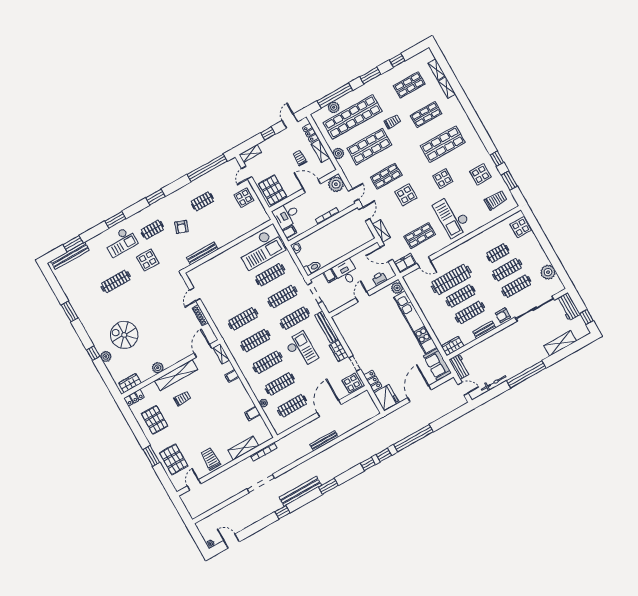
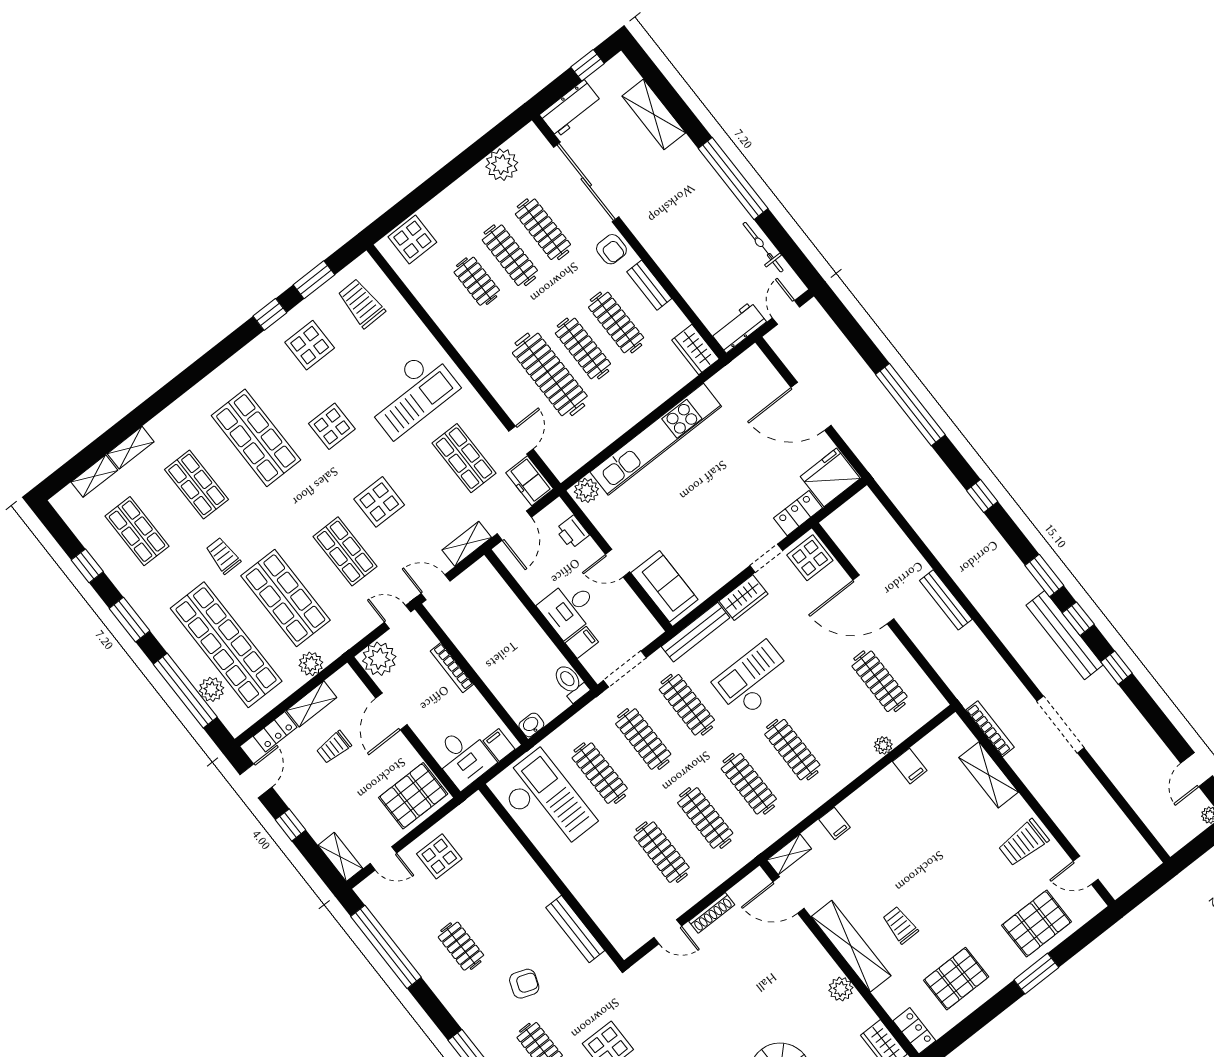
door: (290, 121) -> (256, 781), swing flipped
sofa: (437, 364) -> (664, 586), moved, turned -90
clothes rail: (280, 384) -> (662, 852), moved
window: (384, 455) -> (1078, 619), moved

